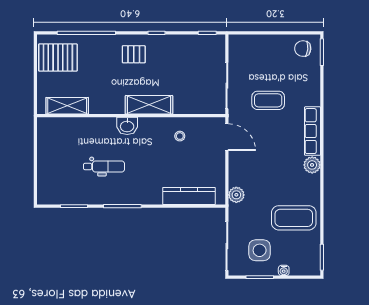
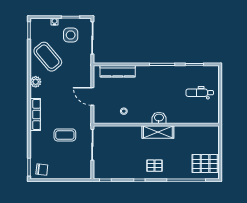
shelving: (149, 105) -> (158, 132), moved
shelving: (67, 106) -> (199, 131), removed
door: (227, 137) -> (92, 96), moved
plant: (312, 165) -> (36, 82), moved
dental chair: (104, 167) -> (200, 93), moved
plant: (236, 195) -> (86, 72), removed
coffee table: (294, 218) -> (48, 57), turned 50

